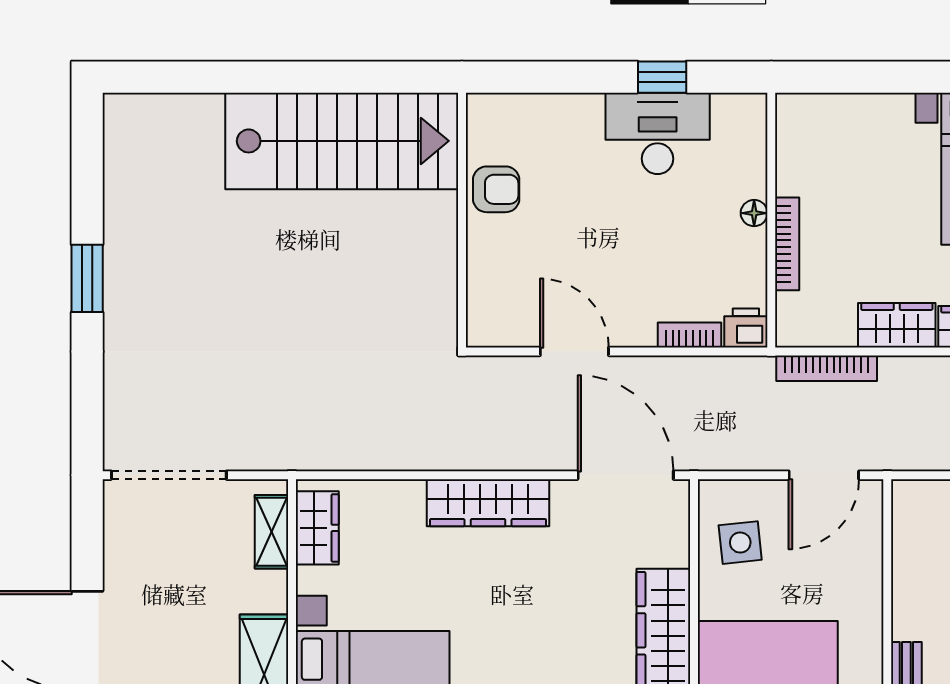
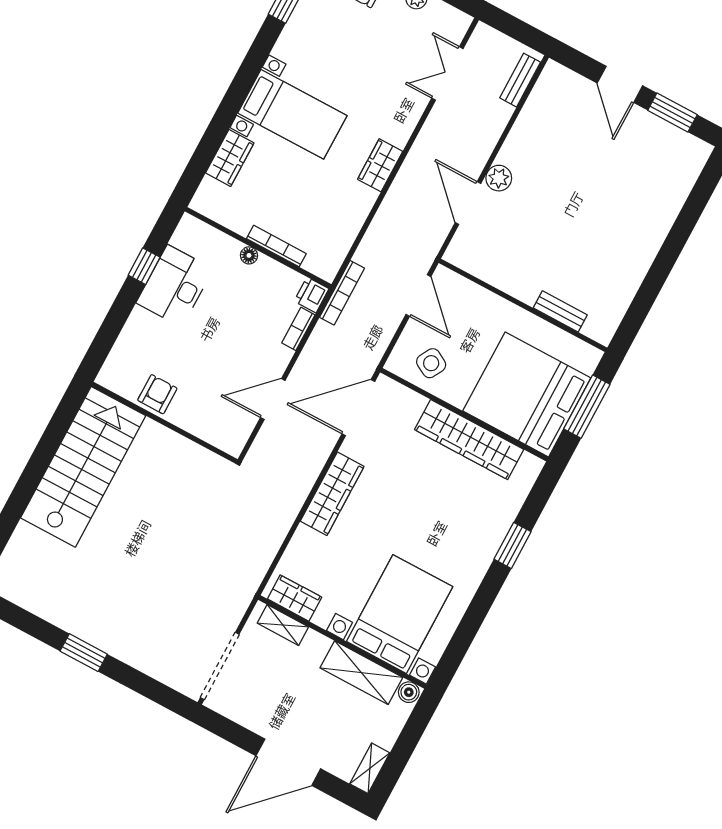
wardrobe: (897, 325) -> (230, 158), moved, turned 180
bookcase: (827, 368) -> (342, 293), moved
side table: (740, 543) -> (431, 363), turned 35

